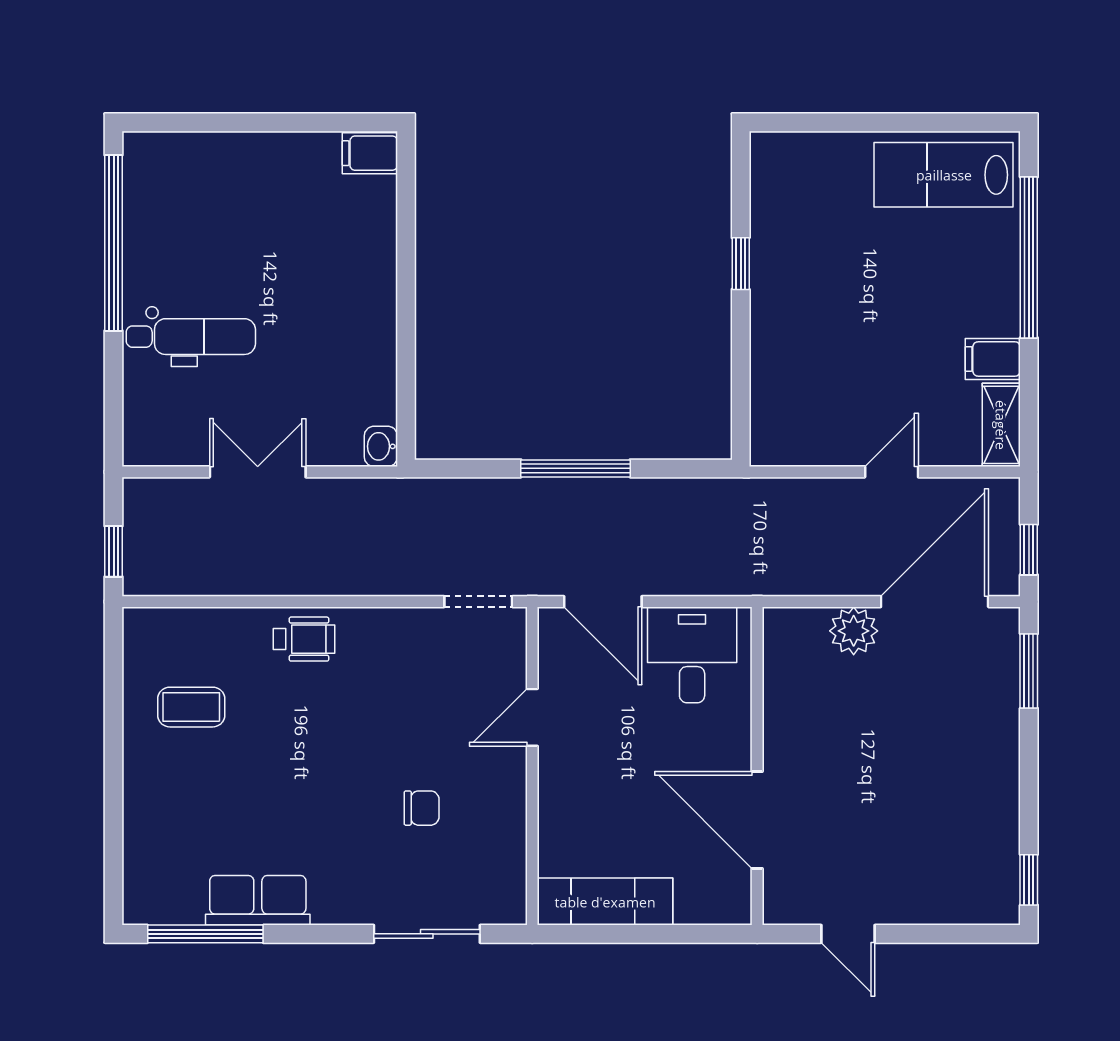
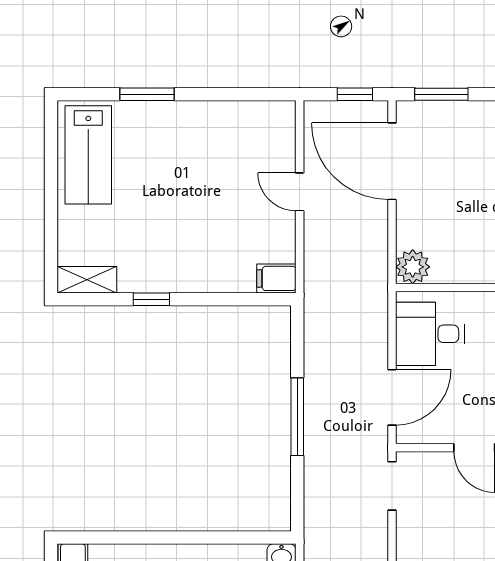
window: (1029, 257) -> (147, 94), width x0.47
filing cabinet: (993, 359) -> (276, 278), moved, turned 90
shelving: (1001, 425) -> (87, 280), moved
plant: (854, 631) -> (413, 267), moved

